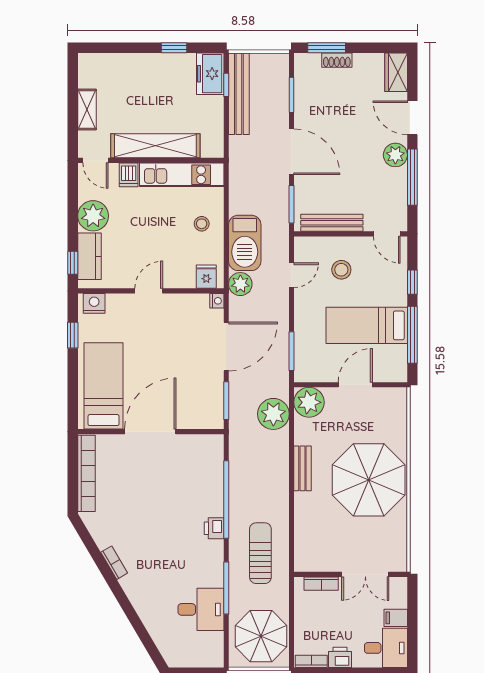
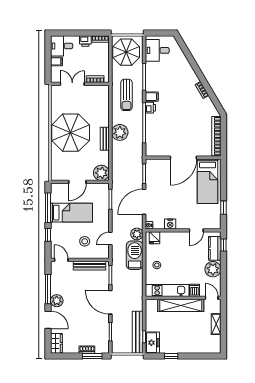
door: (149, 291) -> (196, 230), moved
nightstand: (94, 303) -> (170, 224), moved
plant: (273, 414) -> (120, 132), moved
filing cabinet: (211, 550) -> (152, 97), added
desk: (201, 609) -> (157, 50), moved

